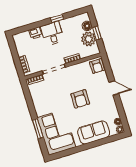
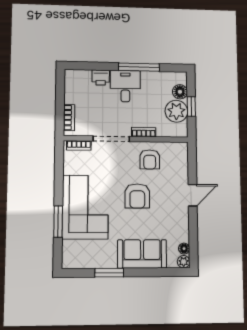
window: (57, 19) -> (139, 67), width x2.17
armchair: (97, 66) -> (150, 159), moved
door: (114, 88) -> (193, 195), hinge flipped
corner sofa: (56, 132) -> (85, 207), moved
window: (77, 149) -> (109, 273), added

